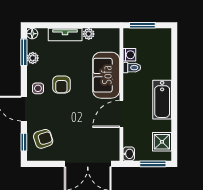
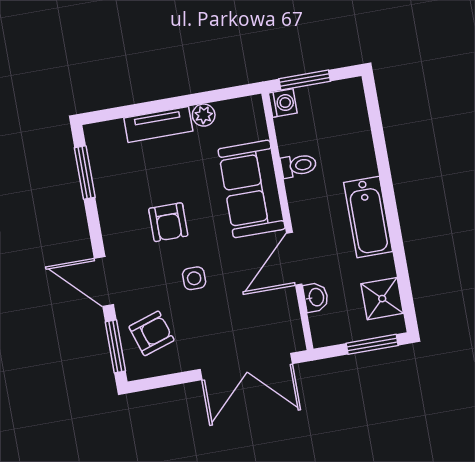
floor lamp: (32, 34) -> (94, 134), removed
washing machine: (129, 55) -> (283, 103), moved
plant: (33, 58) -> (104, 181), removed
side table: (38, 88) -> (194, 278), moved
window: (24, 142) -> (115, 346), width x1.50
washbasin: (129, 154) -> (316, 297), moved

